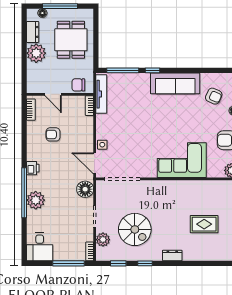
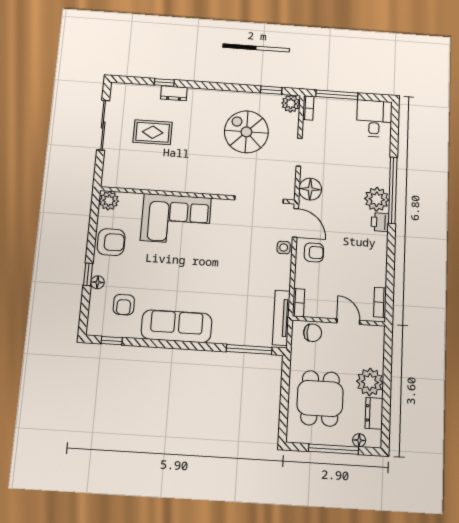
window: (153, 70) -> (112, 341), moved
armchair: (214, 96) -> (124, 305), turned -114
armchair: (53, 134) -> (314, 252), moved
plant: (36, 200) -> (377, 199), moved
plant: (103, 240) -> (291, 104), moved
dresser: (172, 255) -> (174, 93), moved
window: (145, 263) -> (164, 82), moved

